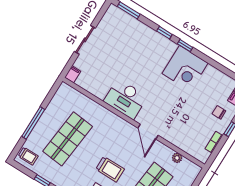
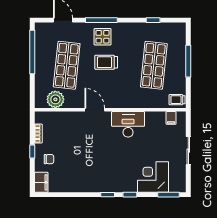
corner desk: (185, 68) -> (153, 177), moved
filing cabinet: (73, 74) -> (171, 118), moved
trolley: (28, 156) -> (177, 100), moved
plant: (177, 158) -> (55, 99), width x1.88, depth x1.88

